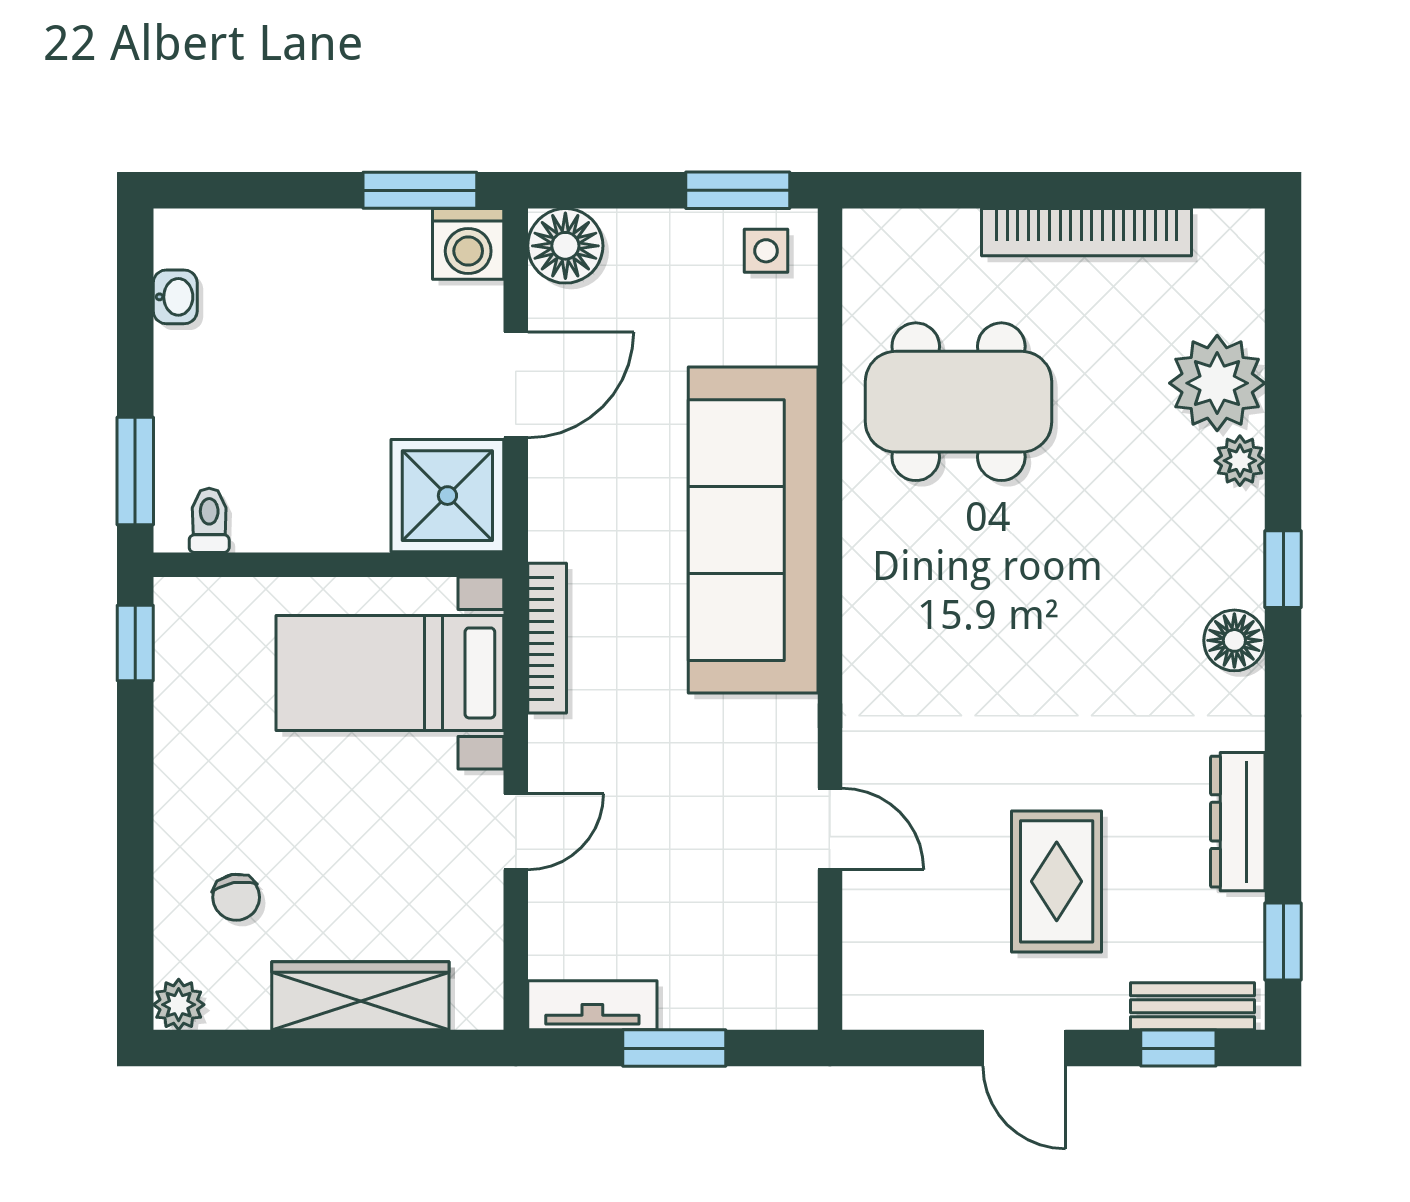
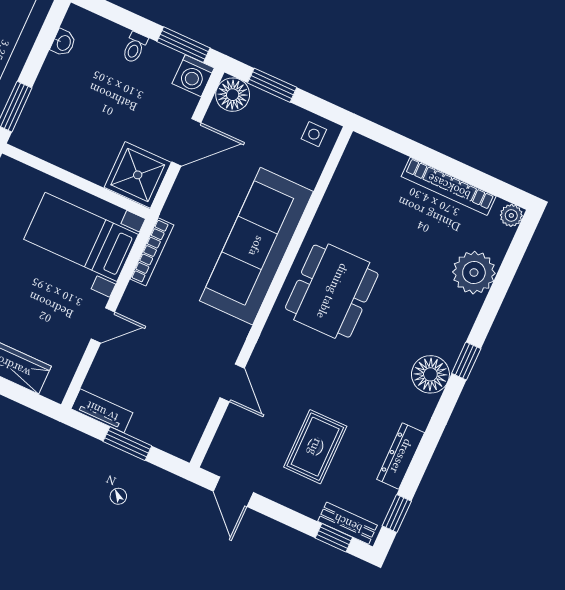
window: (738, 190) -> (272, 85), moved
dining table: (959, 402) -> (332, 291), moved, turned 90
plant: (1240, 461) -> (511, 215), moved
toilet: (209, 520) -> (135, 47), moved, turned 180
floor lamp: (1234, 640) -> (430, 374), width x1.38, depth x1.38
door: (1024, 1048) -> (233, 492), moved

